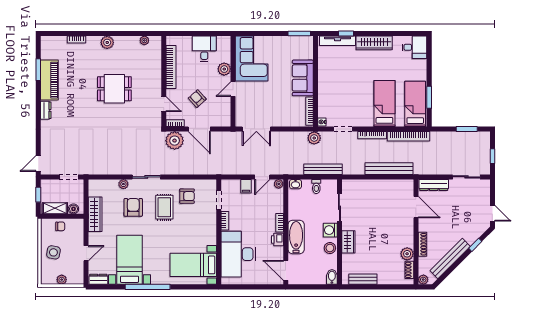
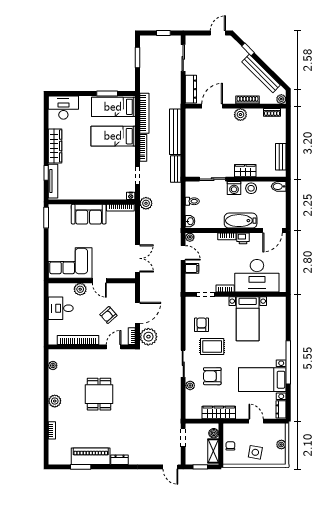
desk: (414, 47) -> (63, 108), width x1.37
bench: (323, 169) -> (176, 169), moved, width x0.73
plant: (407, 254) -> (240, 115), moved
bed with nightstands: (193, 265) -> (248, 319), moved

